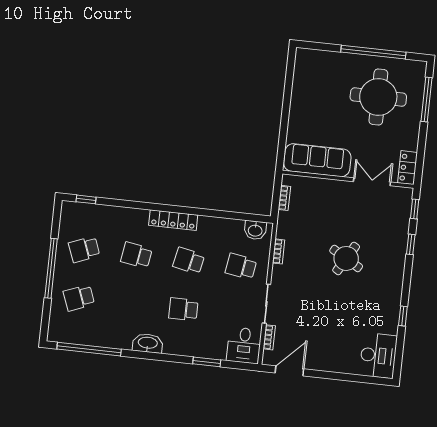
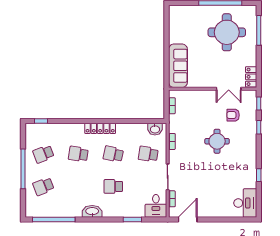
sofa: (317, 160) -> (178, 66), moved, turned 90
double door: (372, 182) -> (229, 89), swing flipped
armchair: (374, 222) -> (233, 115), added
round table: (346, 258) -> (217, 141), turned -30

